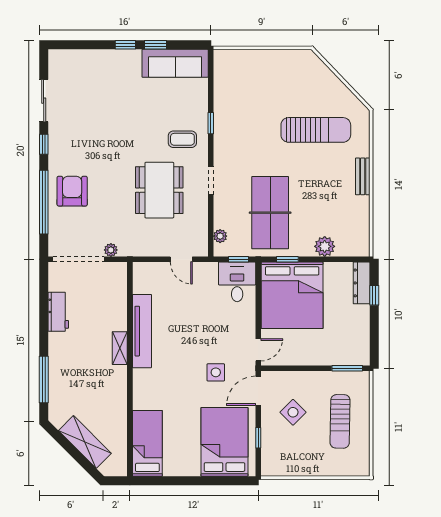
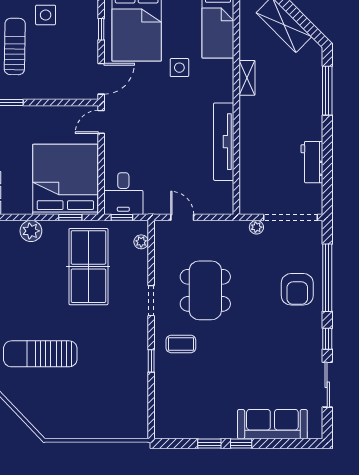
sofa: (175, 63) -> (272, 424), moved
shelving: (120, 348) -> (247, 78), moved
side table: (216, 372) -> (179, 68), moved
side table: (293, 412) -> (46, 15), moved, turned 45

